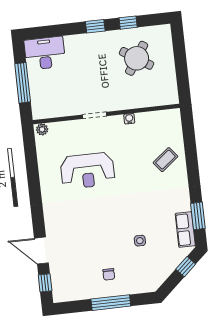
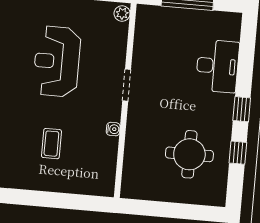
desk: (45, 53) -> (217, 66), moved
round table: (137, 58) -> (189, 154), turned -33
coffee table: (165, 160) -> (51, 144), moved, turned 38

